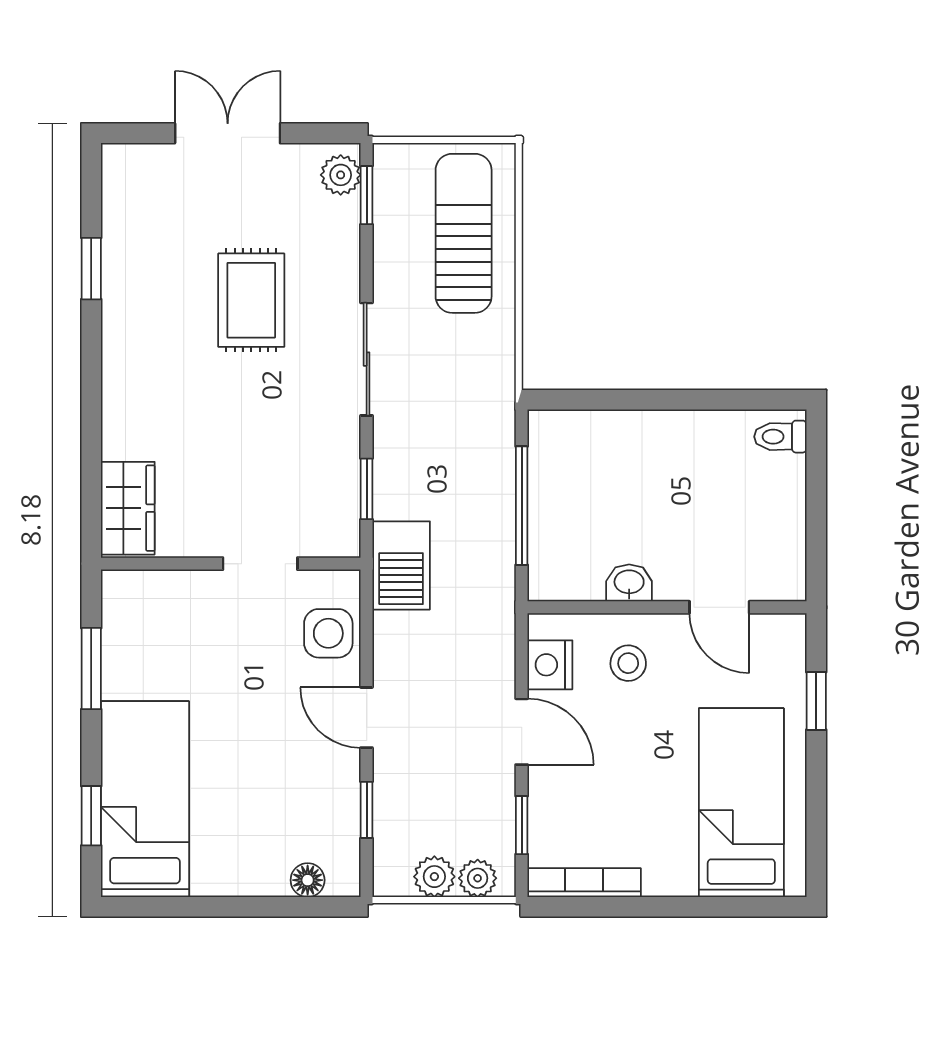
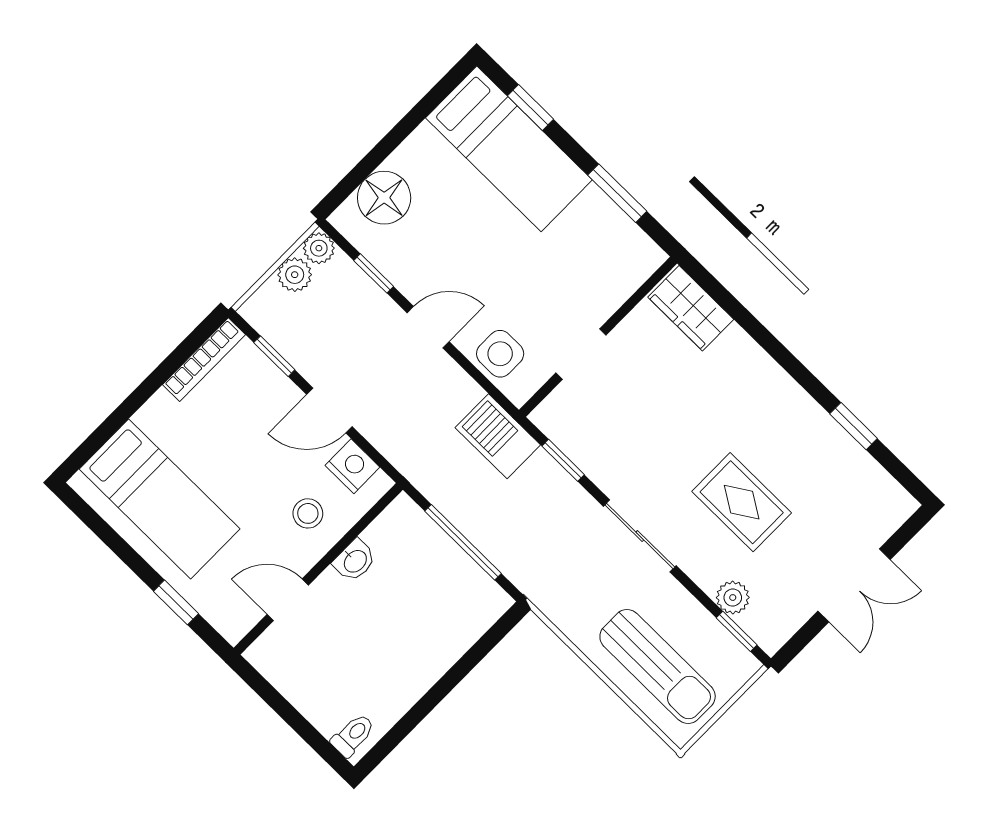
plant: (341, 175) -> (733, 598), moved
plant: (478, 878) -> (319, 248), moved
floor lamp: (308, 880) -> (384, 198), width x1.89, depth x1.89

